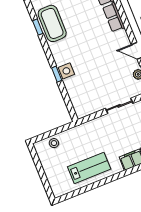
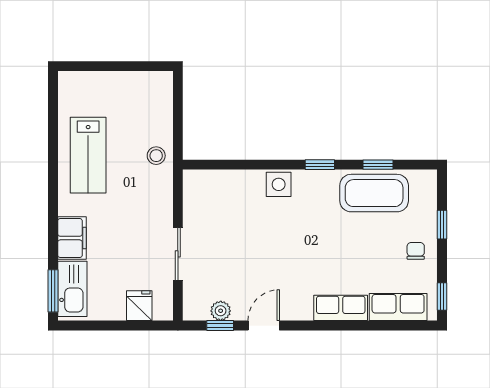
window: (57, 74) -> (320, 165), moved
stool: (54, 143) -> (156, 156), moved

